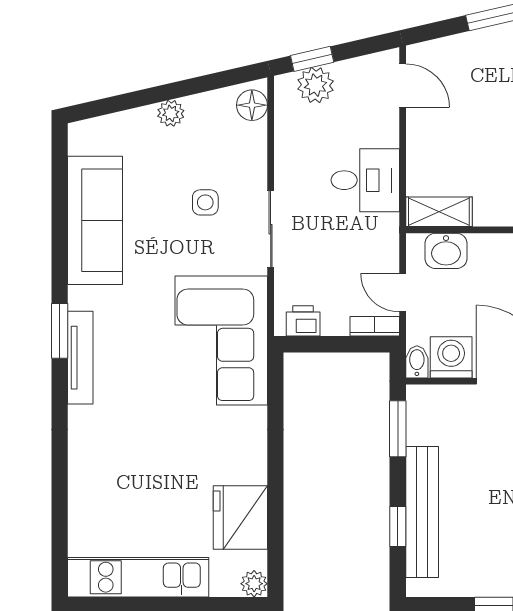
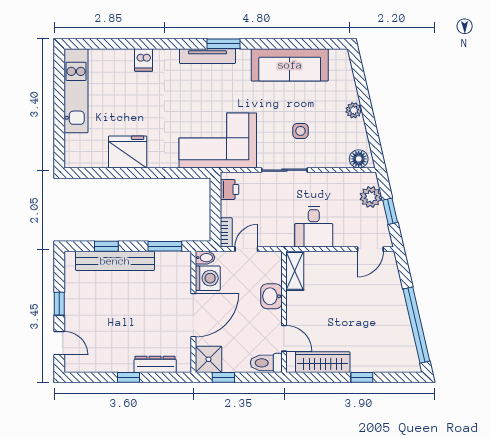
window: (312, 59) -> (390, 211), moved
washbasin: (446, 251) -> (271, 296), moved
dishwasher: (87, 464) -> (144, 60), added
fridge: (240, 518) -> (128, 152), moved
plant: (254, 584) -> (72, 160), removed

